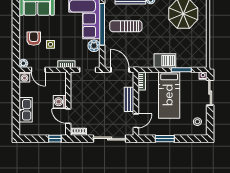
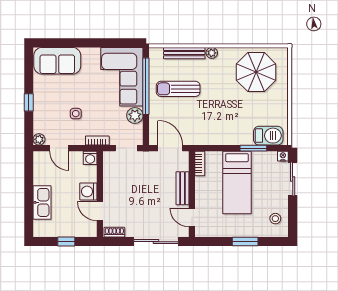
window: (16, 36) -> (29, 102), added
armchair: (34, 39) -> (53, 106), removed
barbecue: (165, 61) -> (268, 136), moved
washing machine: (25, 77) -> (90, 158), moved
door: (136, 121) -> (192, 217), swing flipped
window: (55, 139) -> (66, 242), moved
window: (165, 139) -> (245, 242), moved

